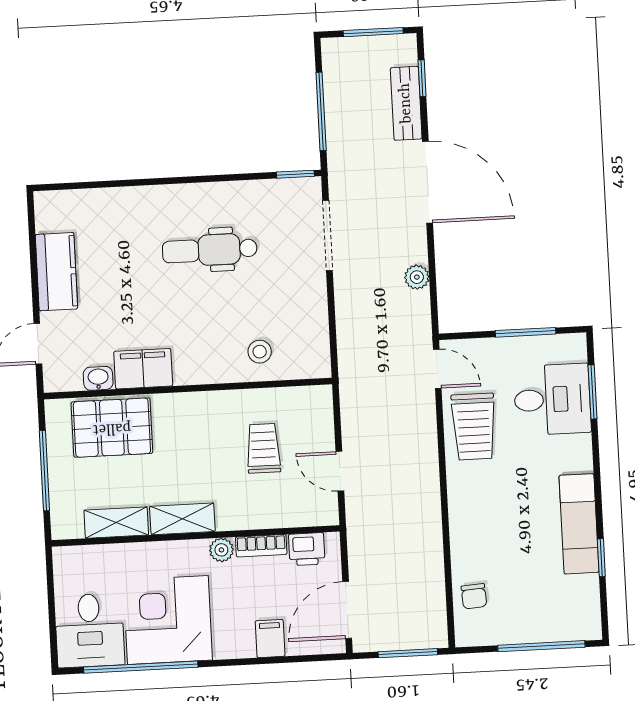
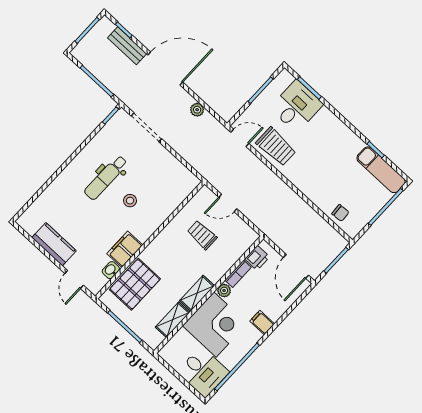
stool: (260, 352) -> (130, 201), moved
door: (340, 471) -> (228, 203), moved
exam couch: (579, 524) -> (381, 170), moved
corner desk: (168, 620) -> (215, 325), moved, turned 180
filing cabinet: (270, 639) -> (262, 322), moved

